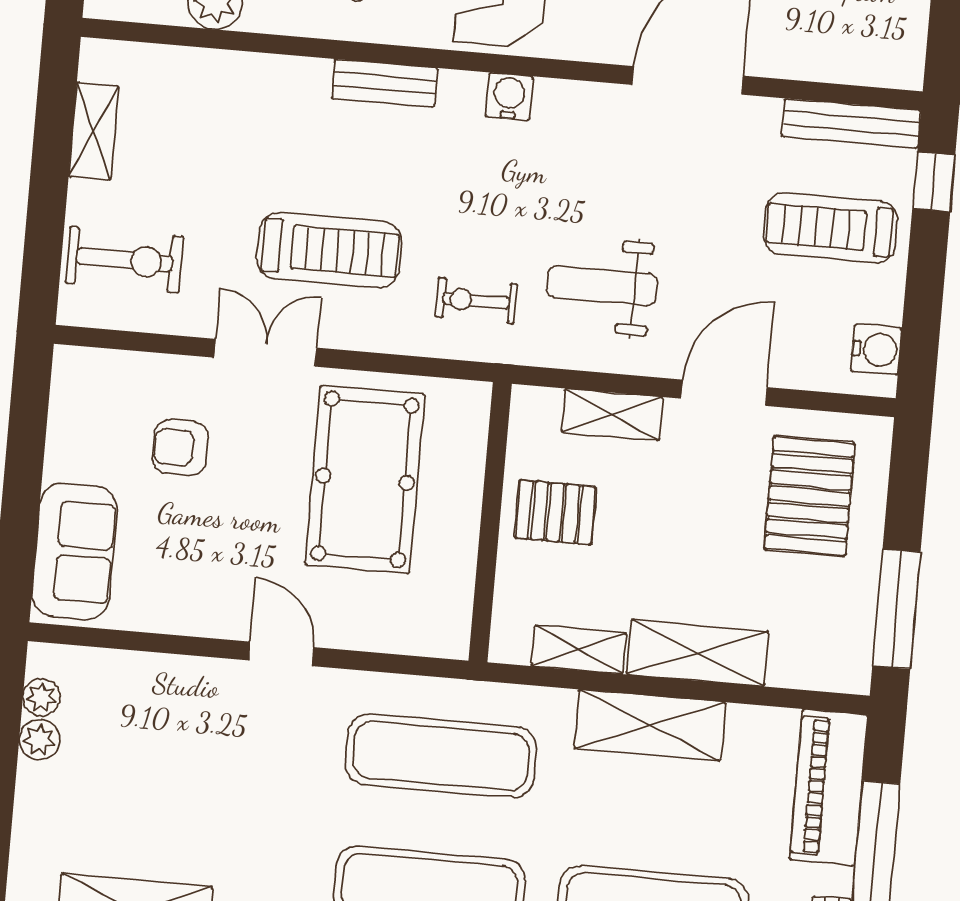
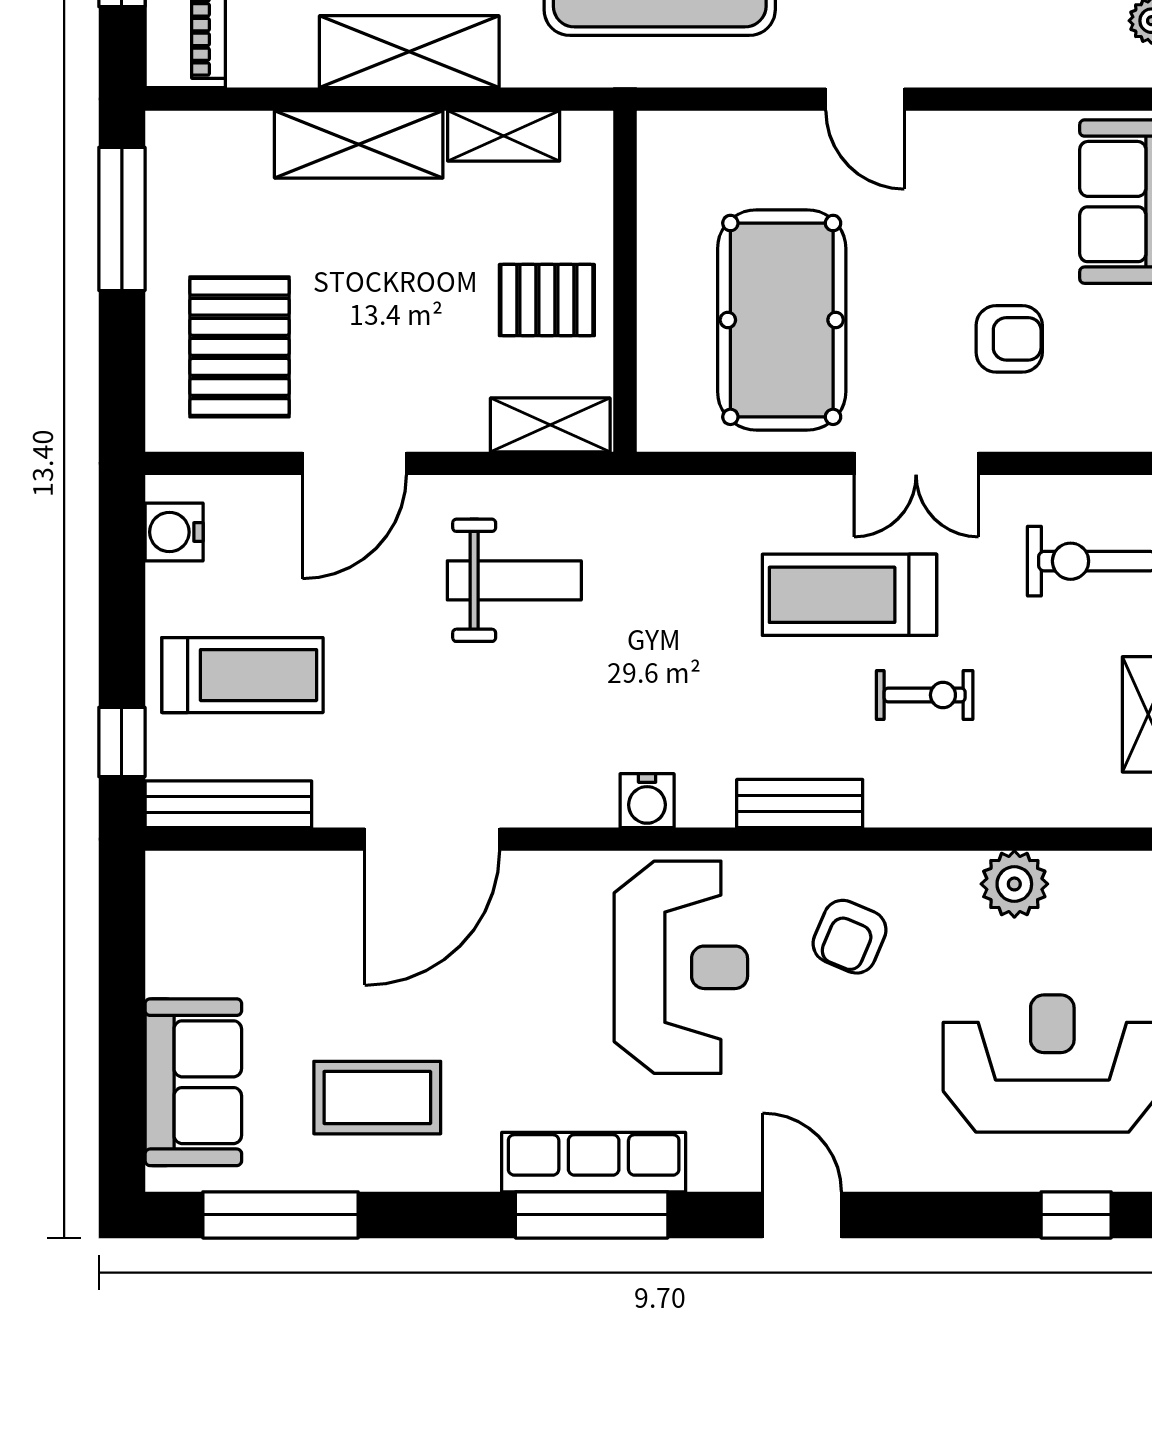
exercise bike: (476, 301) -> (925, 695), moved
shelving: (612, 415) -> (550, 425), moved

